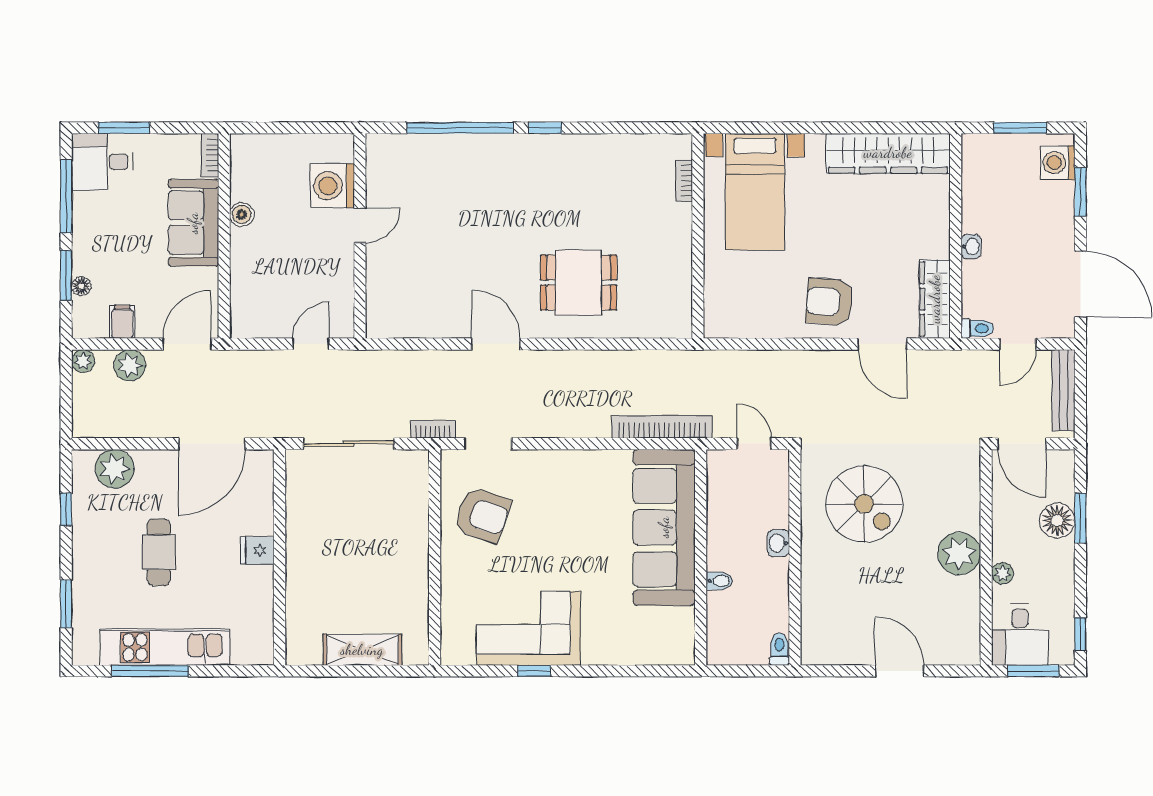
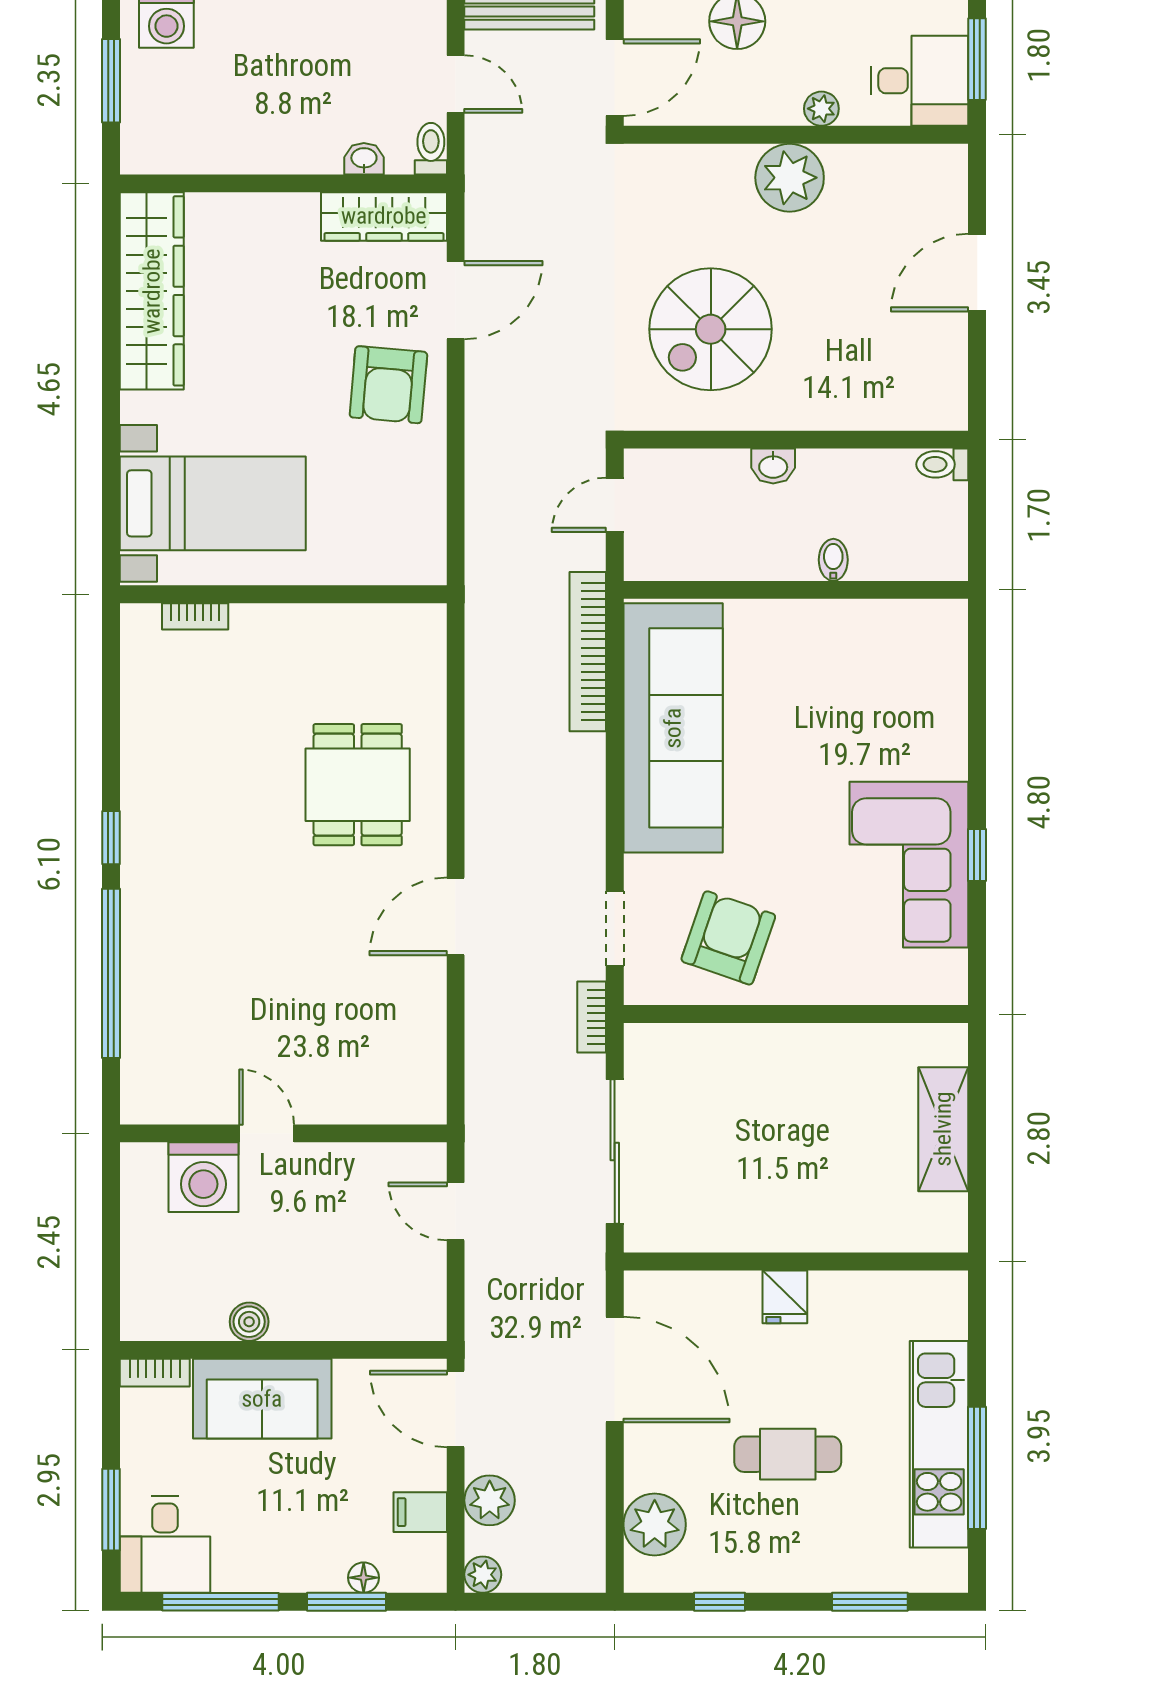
washbasin: (971, 246) -> (364, 159), moved
spiral stairs: (864, 504) -> (711, 329), turned 180
sofa: (664, 527) -> (673, 728), moved, turned -90

